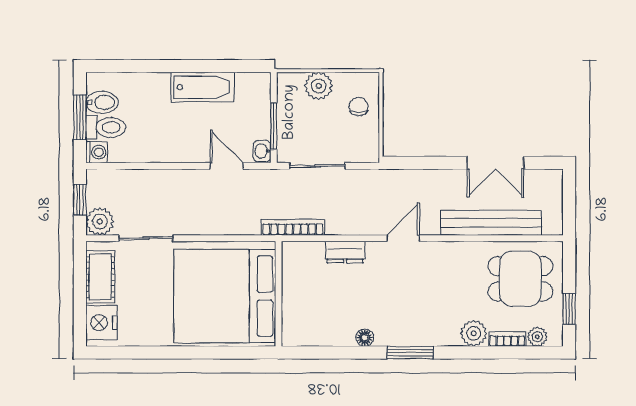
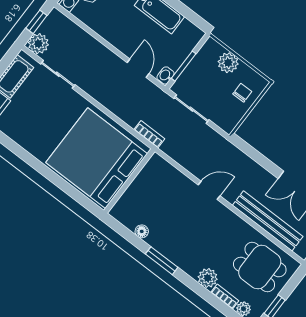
bookcase: (293, 227) -> (149, 134), width x0.64
dresser: (345, 252) -> (169, 172), removed
wall: (279, 294) -> (129, 181), moved
bed: (225, 296) -> (97, 158), moved

